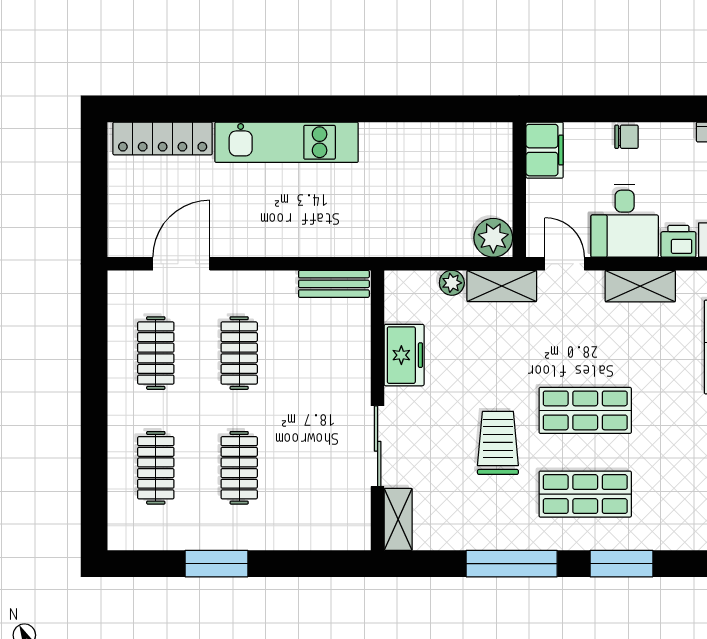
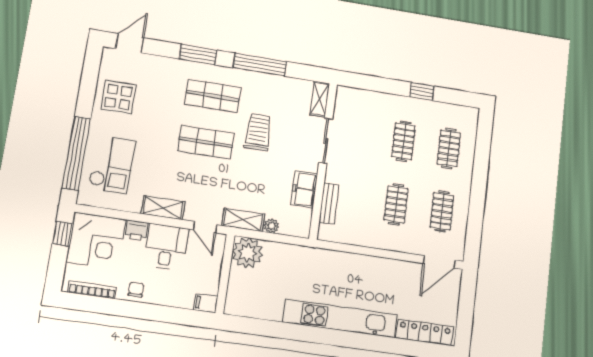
chair: (627, 137) -> (136, 289), moved, turned 90
kitchen unit: (287, 142) -> (340, 318), width x1.36
filing cabinet: (545, 150) -> (206, 303), width x0.50
plant: (493, 238) -> (248, 253), width x1.36, depth x1.36
door: (181, 264) -> (439, 262), moved
bench: (334, 284) -> (329, 204), moved, turned 90
trolley: (498, 443) -> (258, 132), turned 180
window: (216, 564) -> (422, 91), width x0.67

